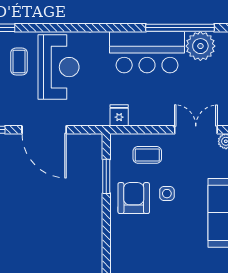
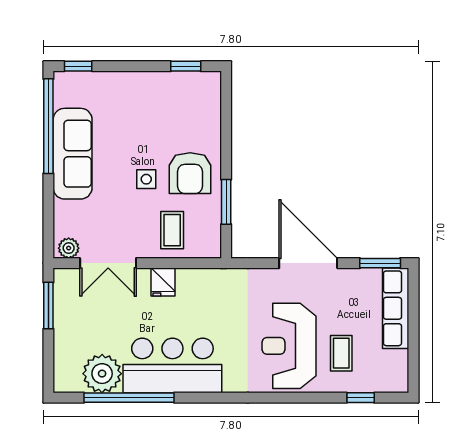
fridge: (119, 115) -> (163, 282), moved
coffee table: (147, 155) -> (172, 230), turned 90

